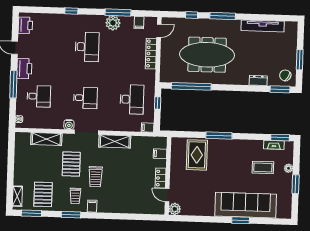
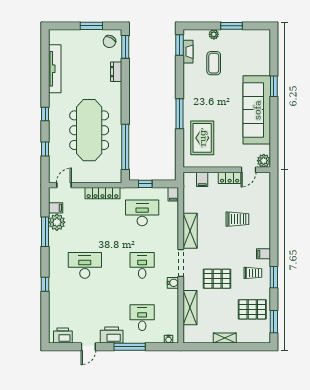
window: (223, 16) -> (45, 114), width x0.46
plant: (113, 23) -> (57, 222), moved
door: (159, 31) -> (64, 185), hinge flipped
locker: (151, 54) -> (102, 193), moved
rug: (197, 155) -> (202, 138), turned 90
trolley: (96, 177) -> (237, 219), moved
shelving: (17, 196) -> (225, 338), moved
sofa: (246, 205) -> (257, 110), moved

